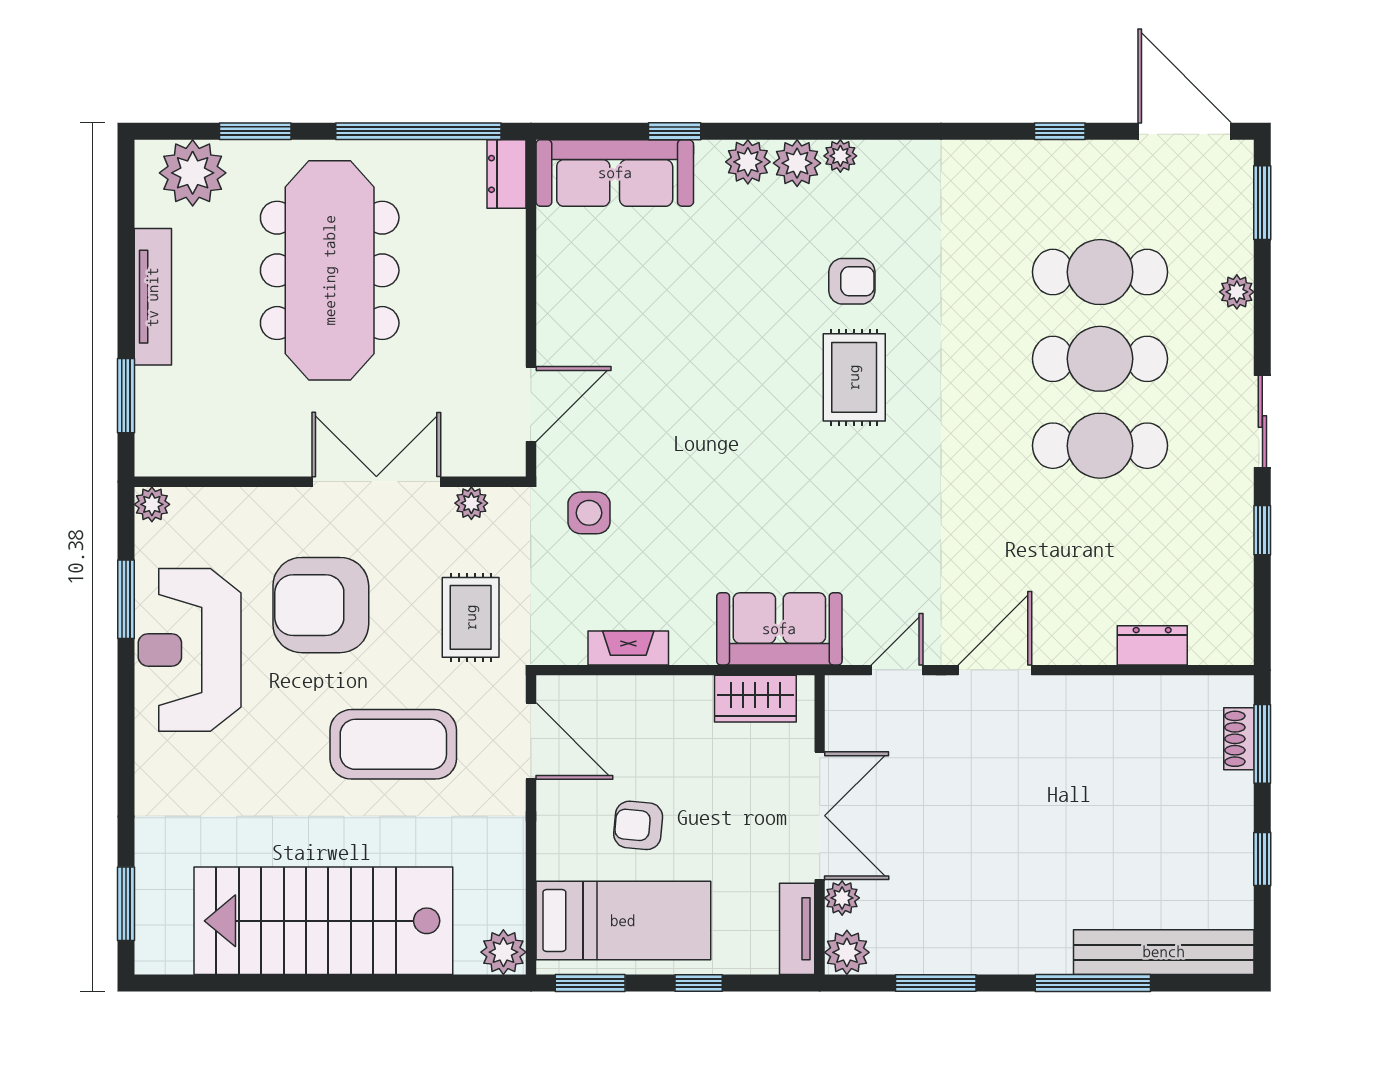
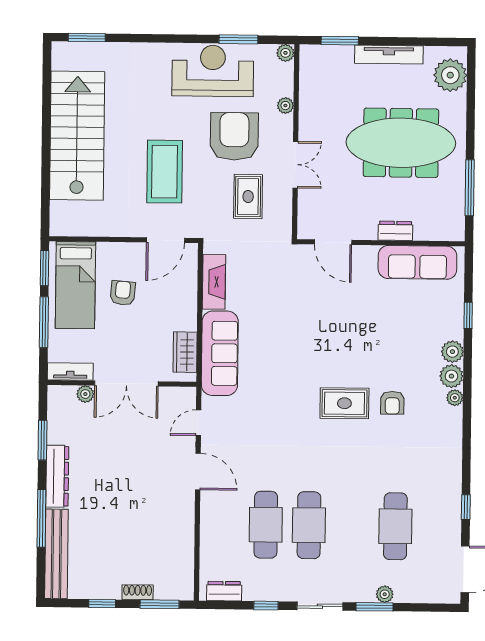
window: (255, 131) -> (471, 107), removed
window: (418, 131) -> (470, 188), width x0.68
sofa: (615, 173) -> (417, 262), moved, turned -90
dresser: (507, 174) -> (395, 231), moved
window: (1262, 203) -> (374, 607), moved
cafe table: (1100, 359) -> (266, 525), moved
double door: (376, 482) -> (295, 165), width x0.73
plant: (471, 503) -> (285, 106), moved
side table: (589, 513) -> (279, 270), removed
rug: (471, 617) -> (248, 197), moved, turned 90
sofa: (779, 629) -> (220, 353), width x1.36
dresser: (1152, 645) -> (224, 591), moved, turned -90
fireplace: (628, 648) -> (214, 282), width x1.37, depth x1.32
door: (897, 670) -> (198, 423), swing flipped
shoe rack: (1239, 739) -> (138, 592), moved
plant: (503, 952) -> (60, 225), removed
plant: (847, 952) -> (58, 396), removed
dresser: (1008, 952) -> (57, 476), added
window: (699, 983) -> (44, 322), width x2.17

